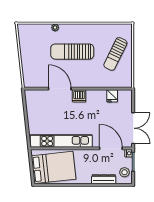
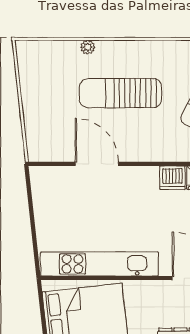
dishwasher: (79, 96) -> (172, 178), moved

